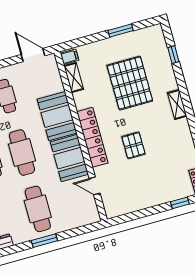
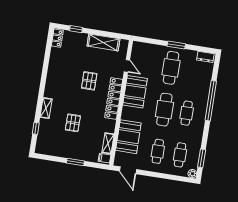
window: (121, 31) -> (75, 162), moved
pallet: (130, 83) -> (73, 123), width x0.49, depth x0.50
shelving: (177, 104) -> (46, 108), moved
booth: (57, 116) -> (128, 137), moved
shelving: (138, 202) -> (103, 42), added

